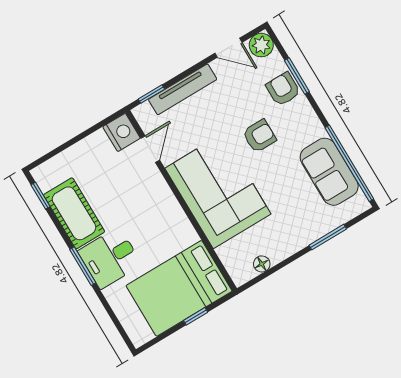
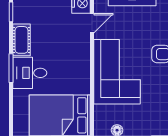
cot: (74, 213) -> (21, 40), width x0.73, depth x0.75

